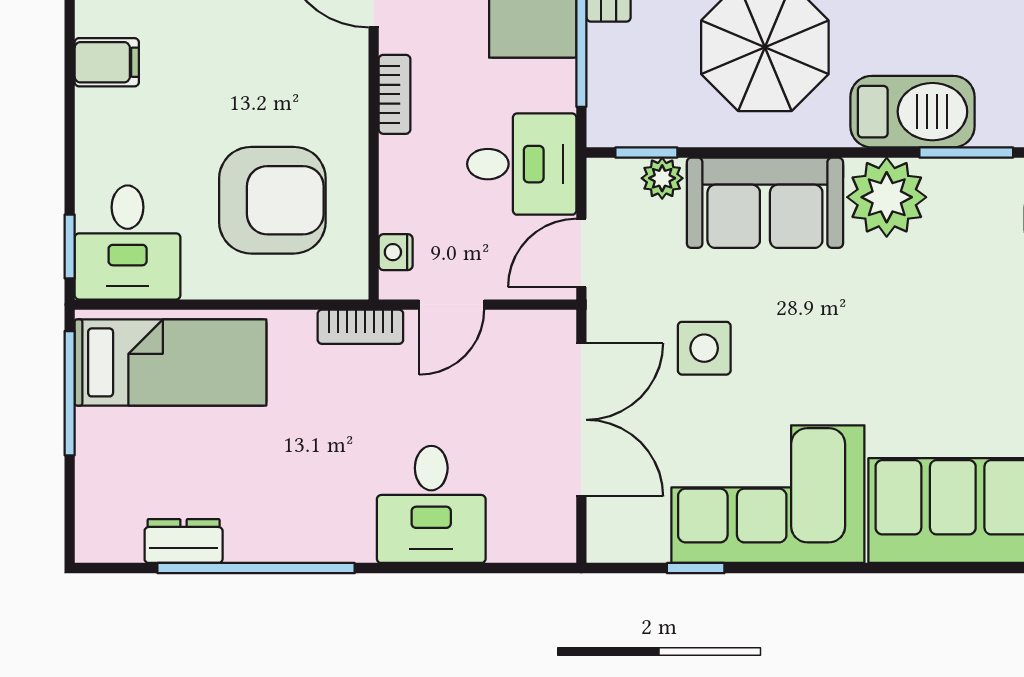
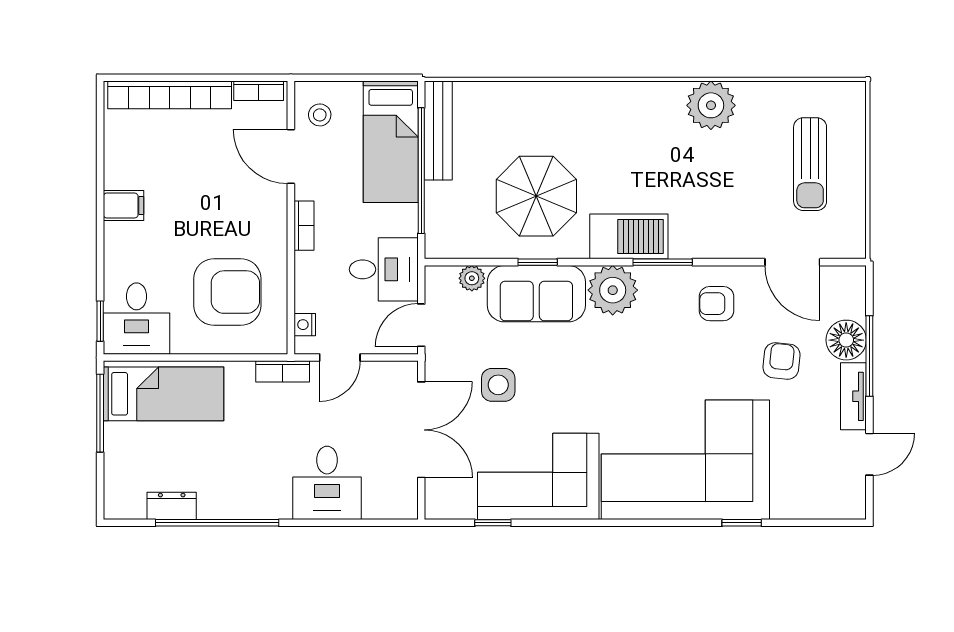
window: (646, 153) -> (538, 262), moved

